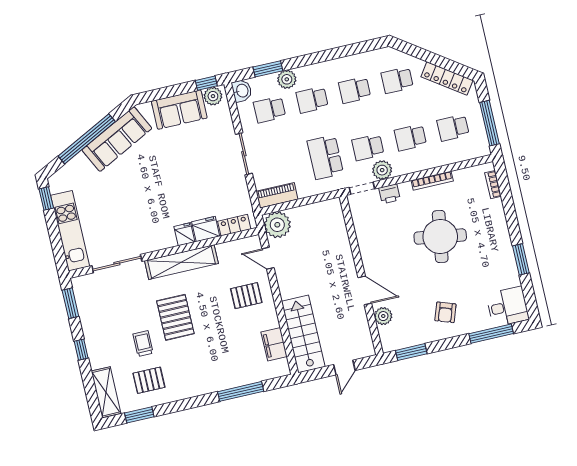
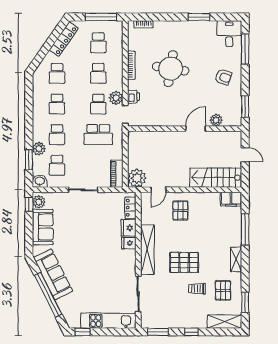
filing cabinet: (274, 344) -> (231, 199), moved
shelving: (196, 388) -> (236, 259), added

